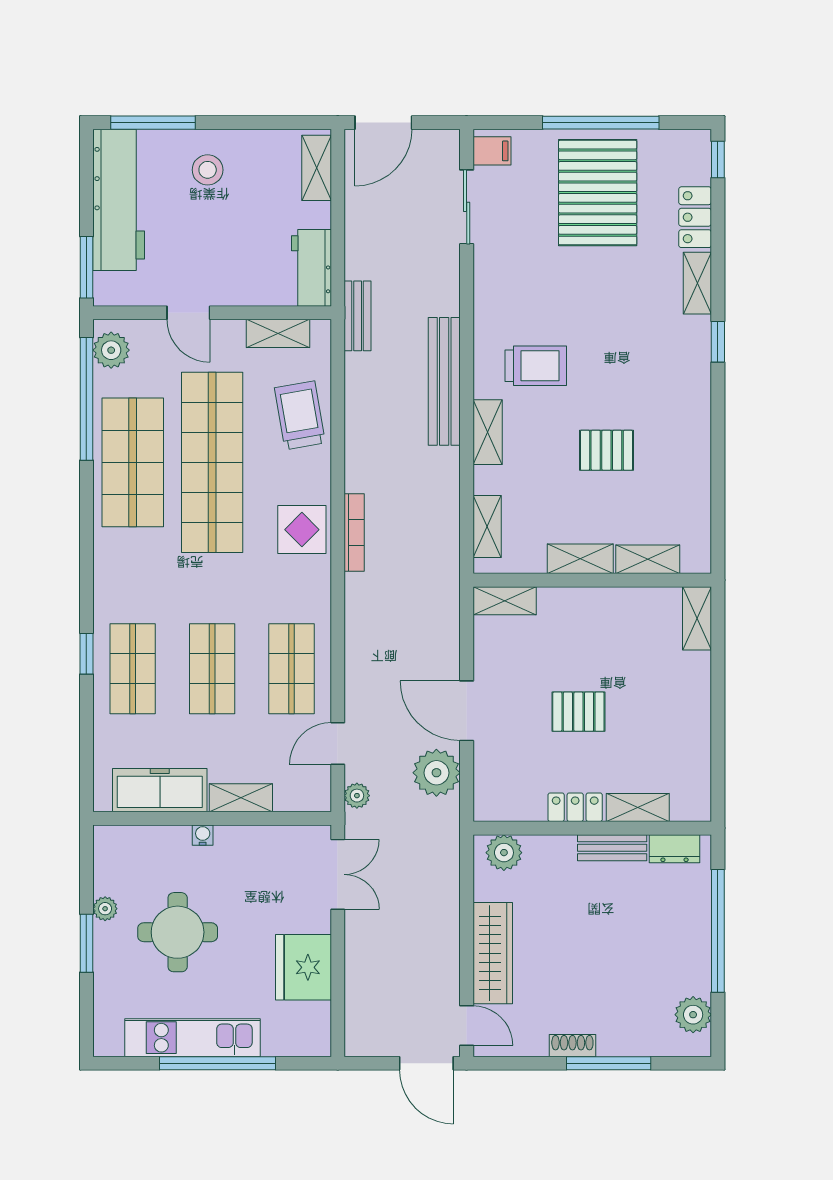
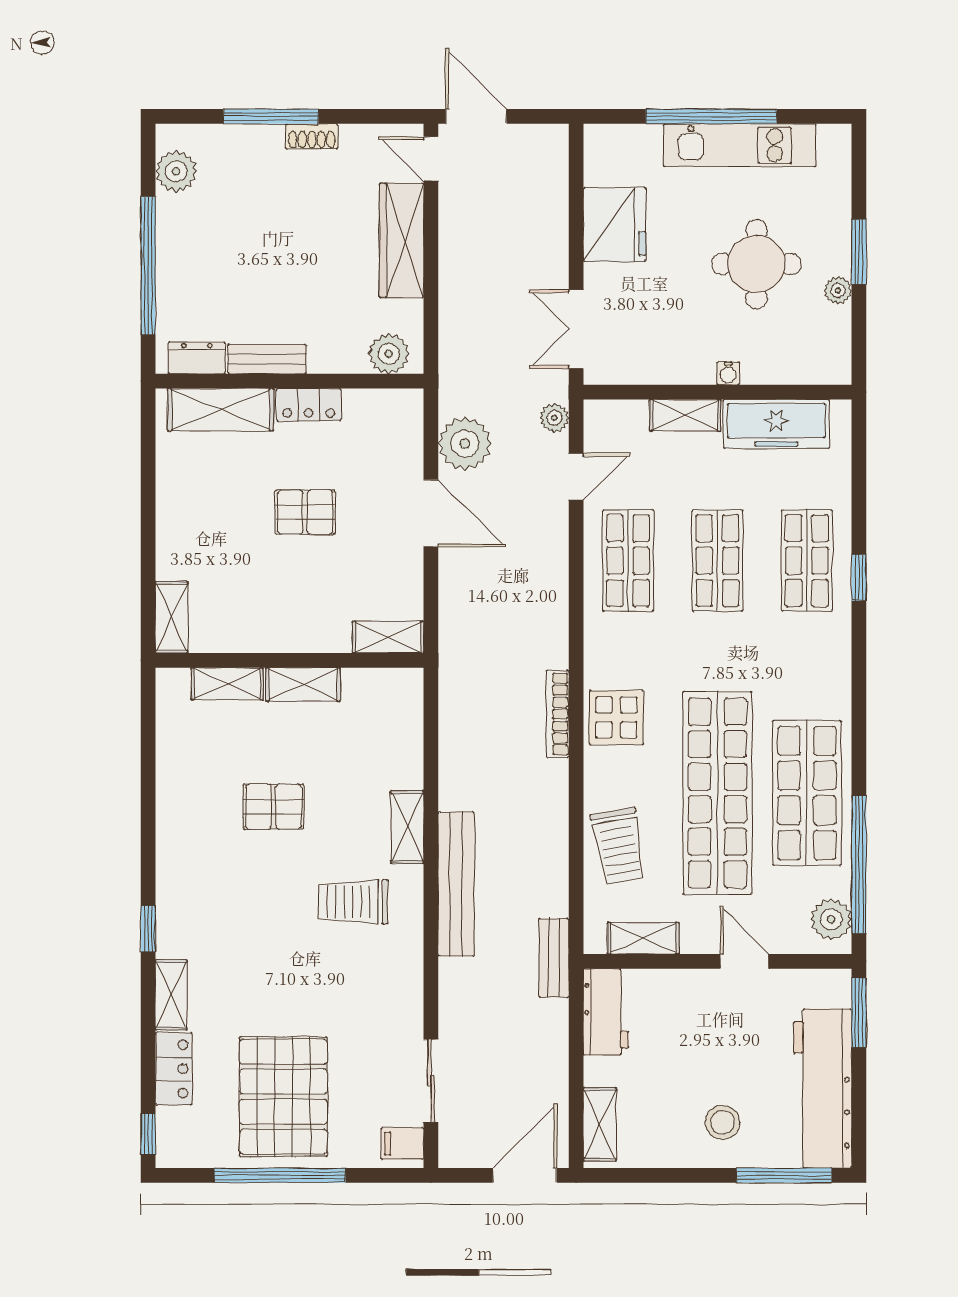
shelving: (487, 526) -> (408, 721), removed
shelving: (638, 808) -> (221, 410), width x1.50, depth x1.33

